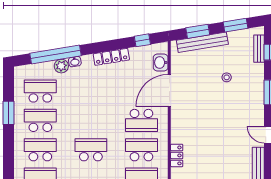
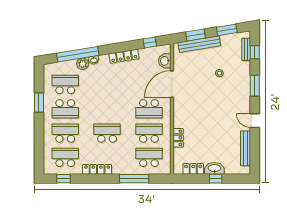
school desk: (40, 120) -> (65, 109), turned 180

